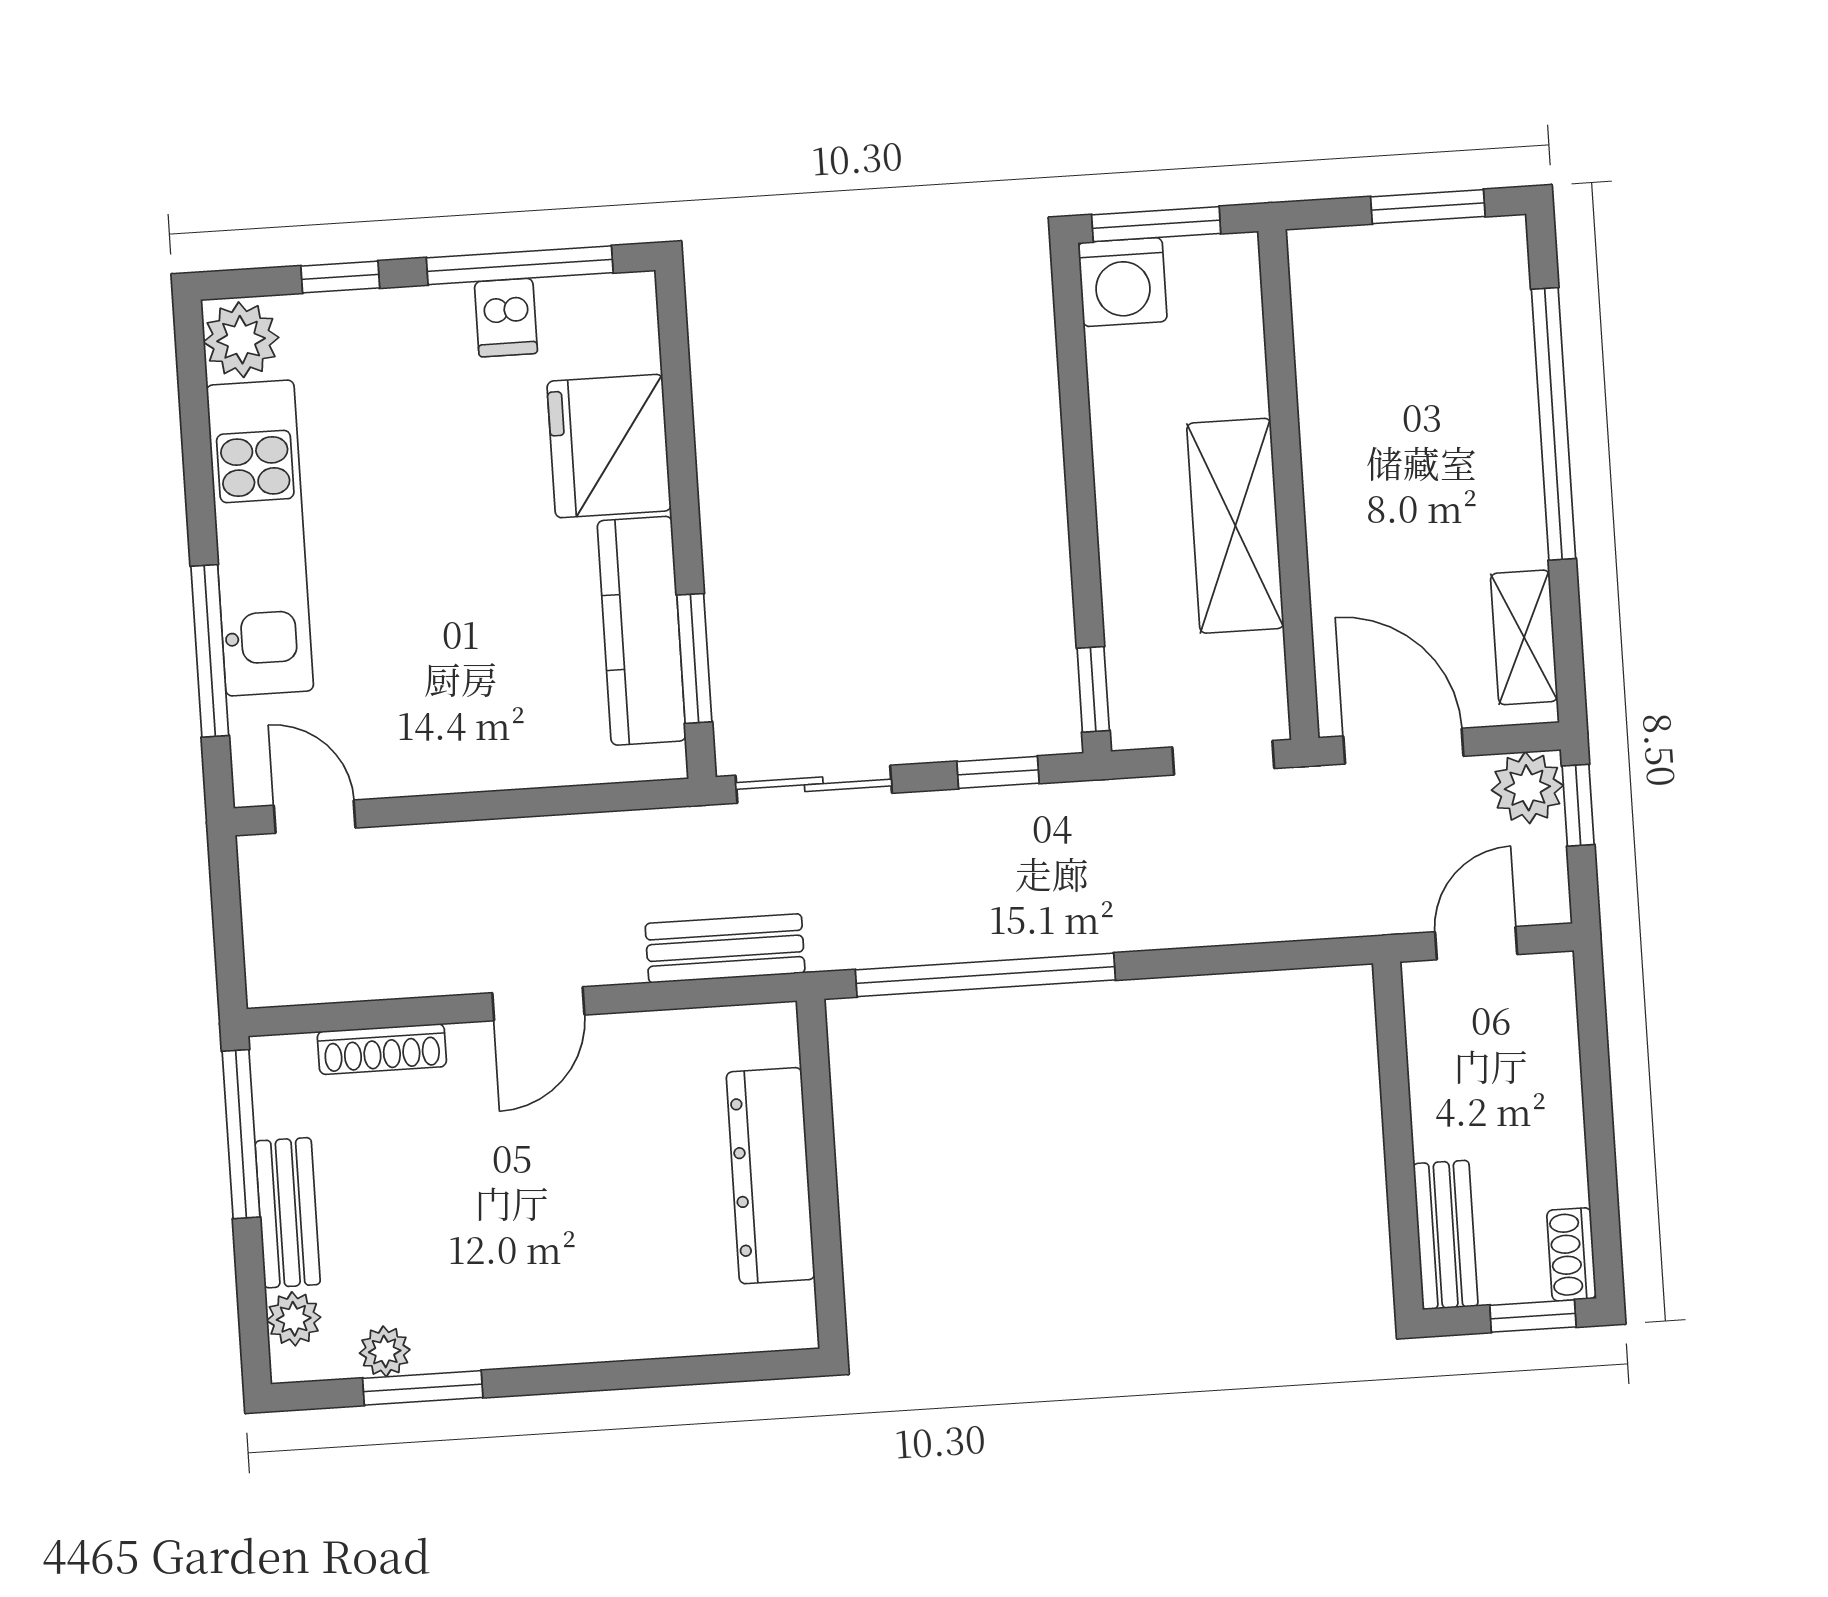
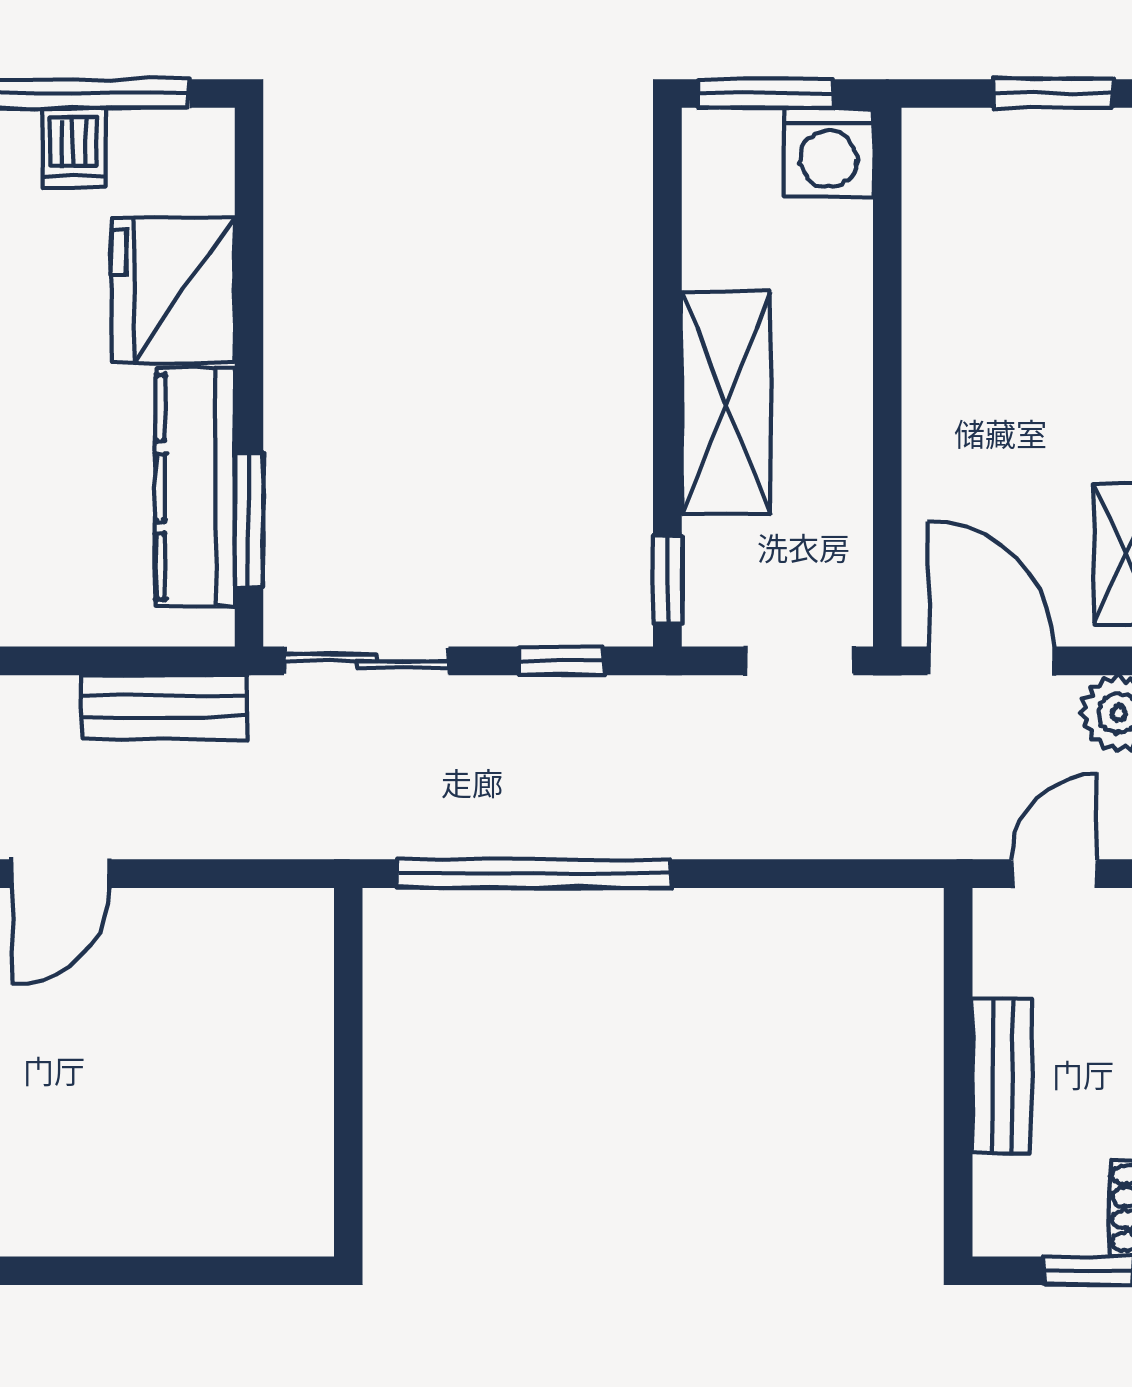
washing machine: (1123, 282) -> (828, 152), moved
shelving: (1235, 526) -> (726, 403), moved
bench: (725, 948) -> (164, 707), moved
dresser: (771, 1176) -> (294, 1071), removed
bench: (1446, 1235) -> (1002, 1076), moved

